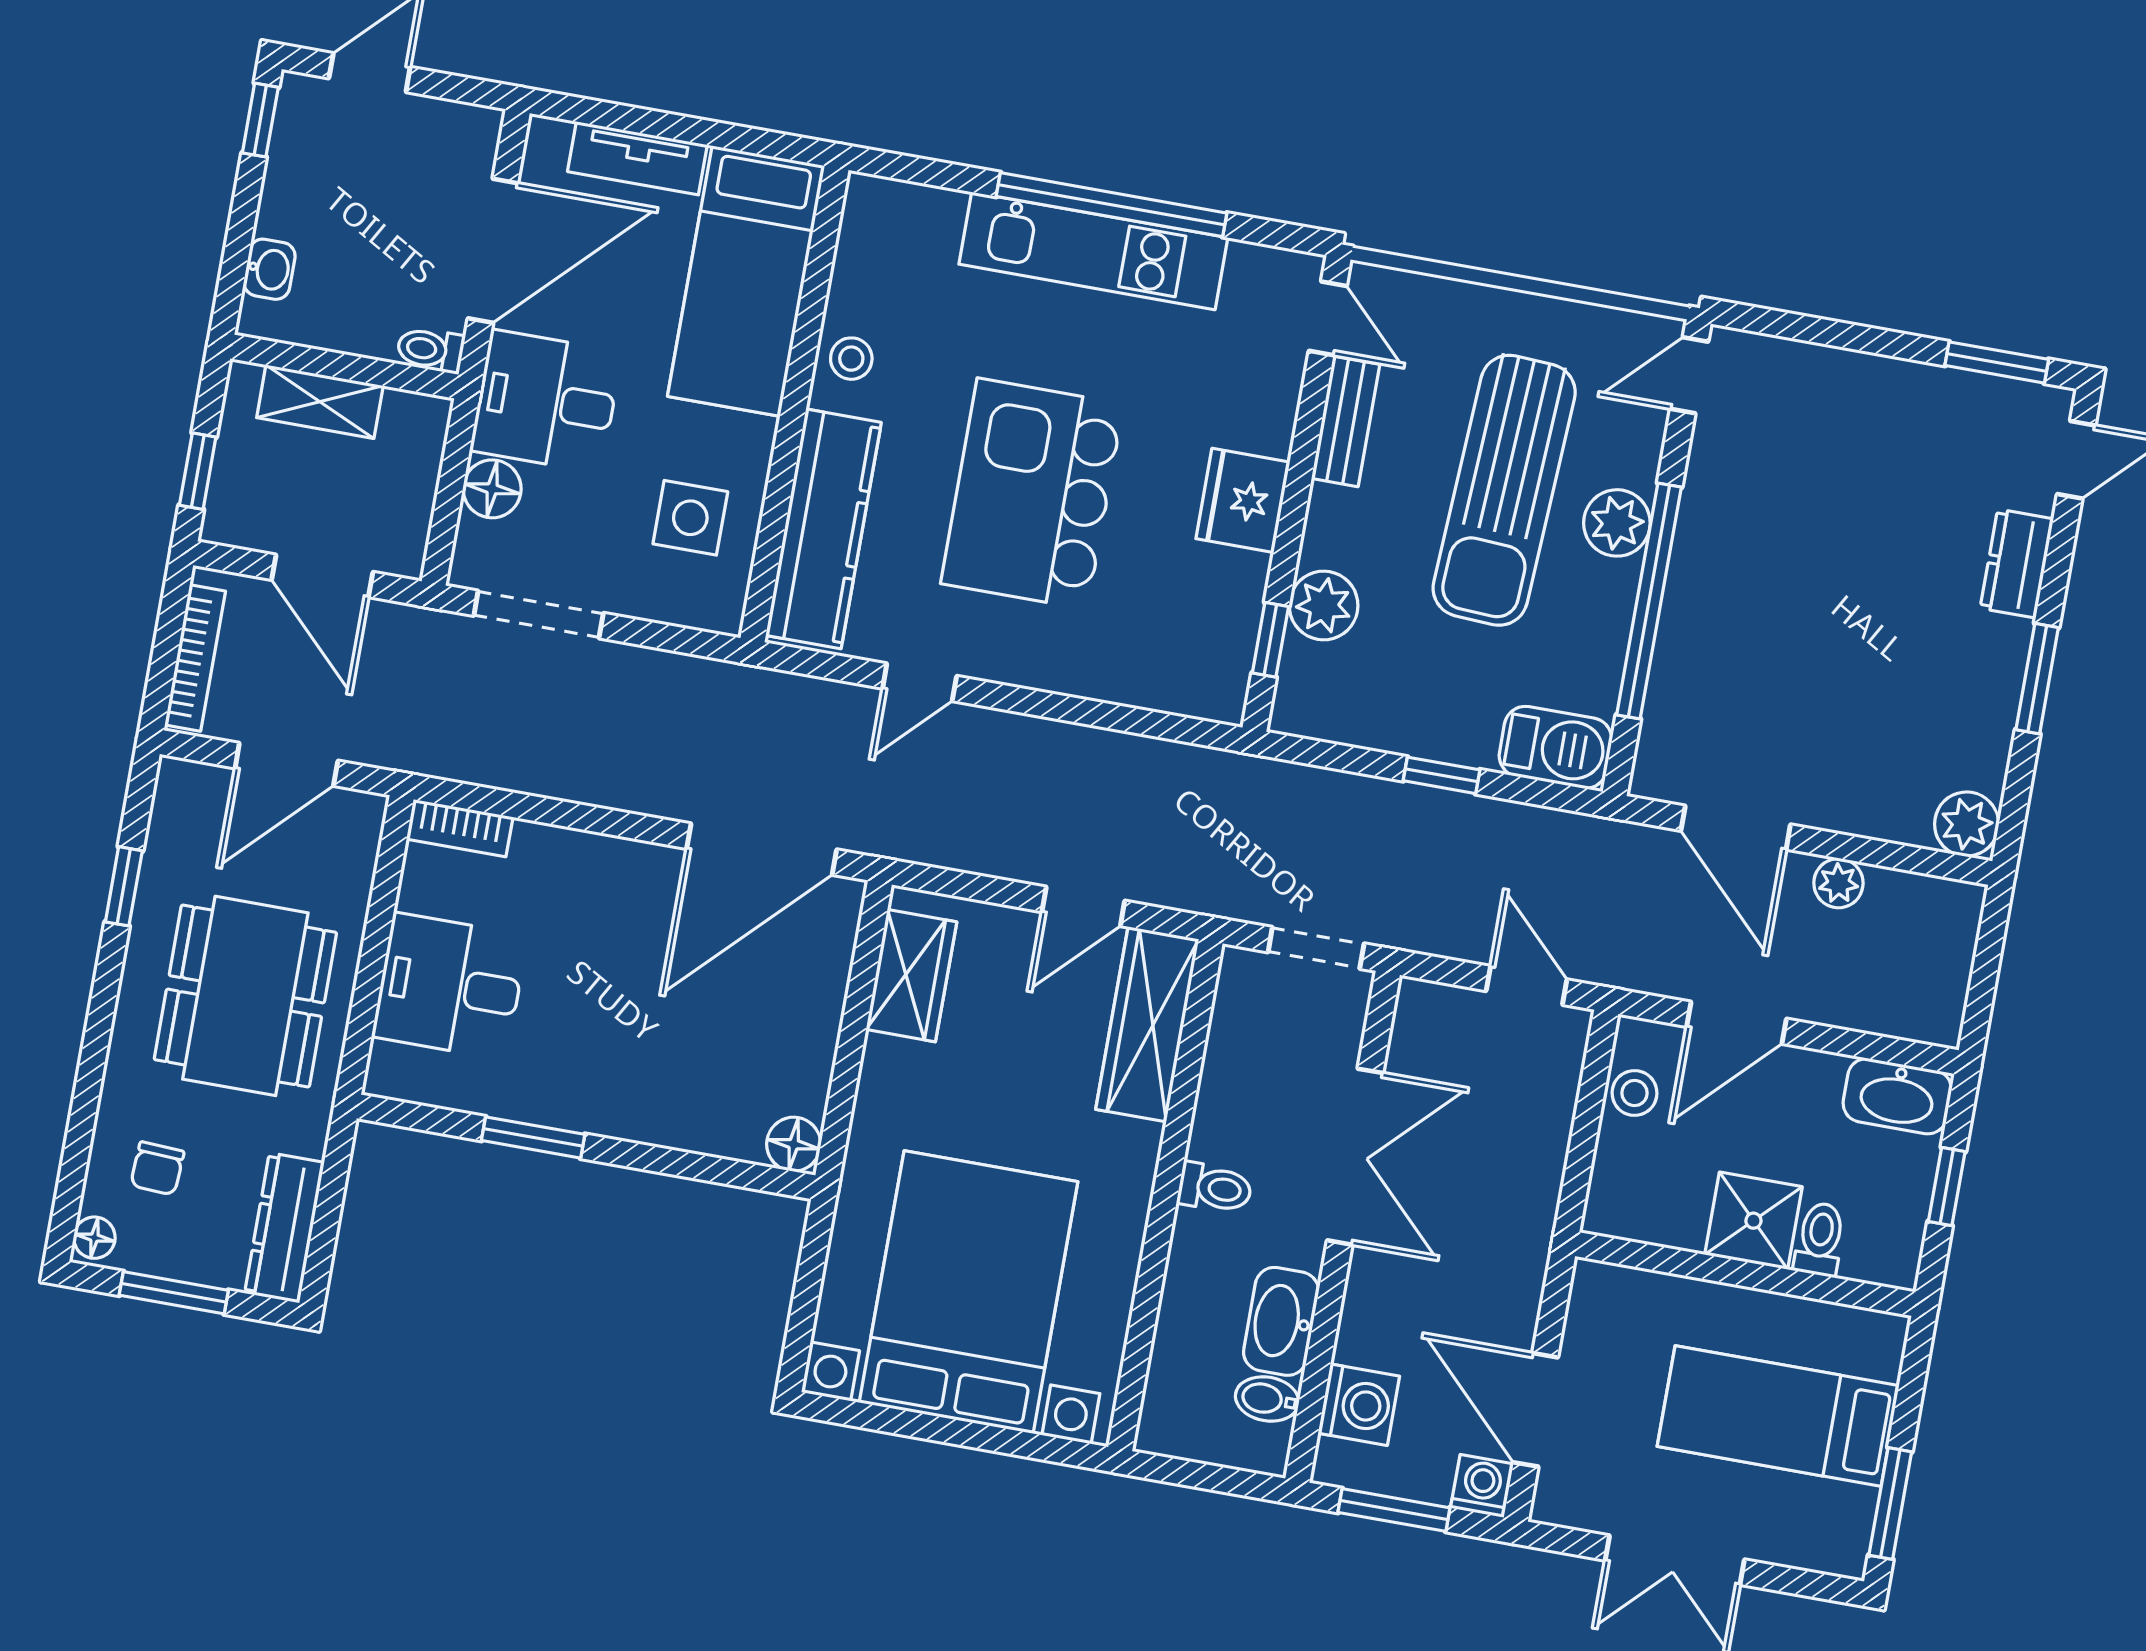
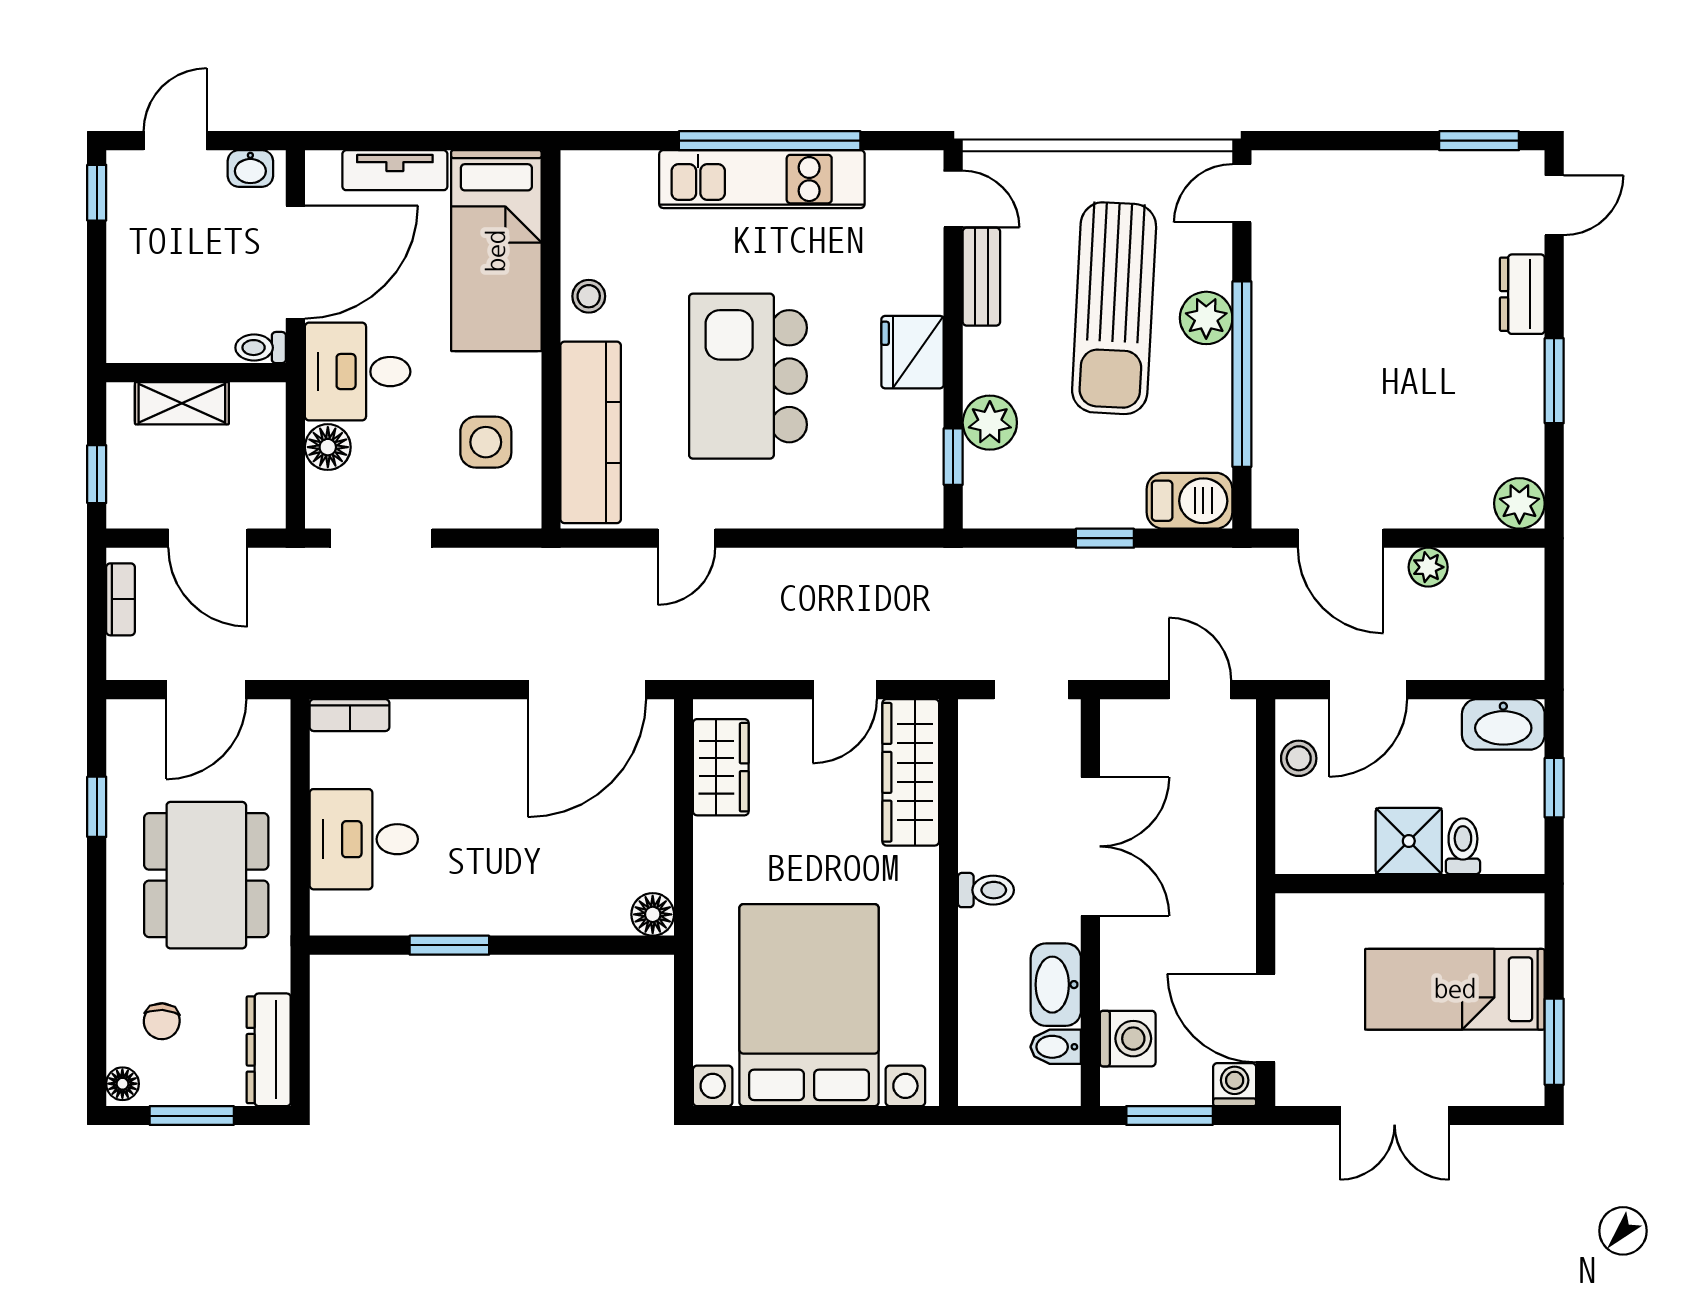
washbasin: (269, 269) -> (250, 168), moved, turned 90
bookcase: (195, 658) -> (121, 599), width x0.64

